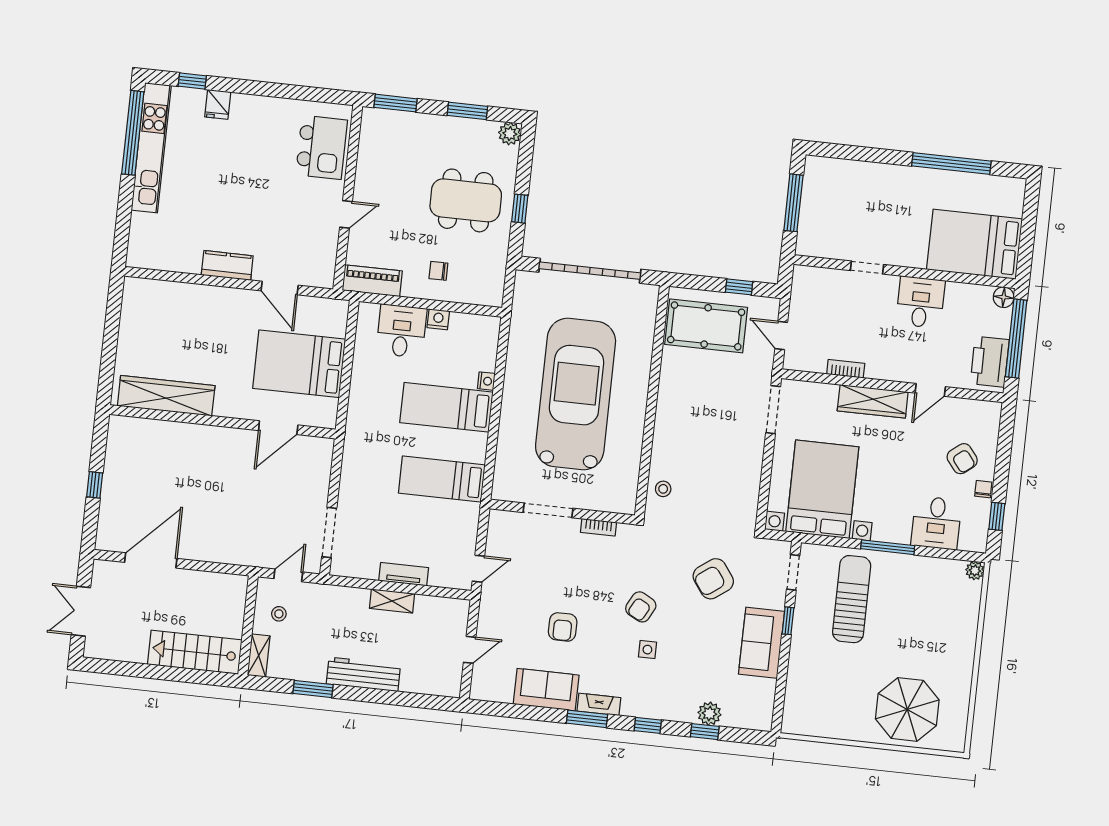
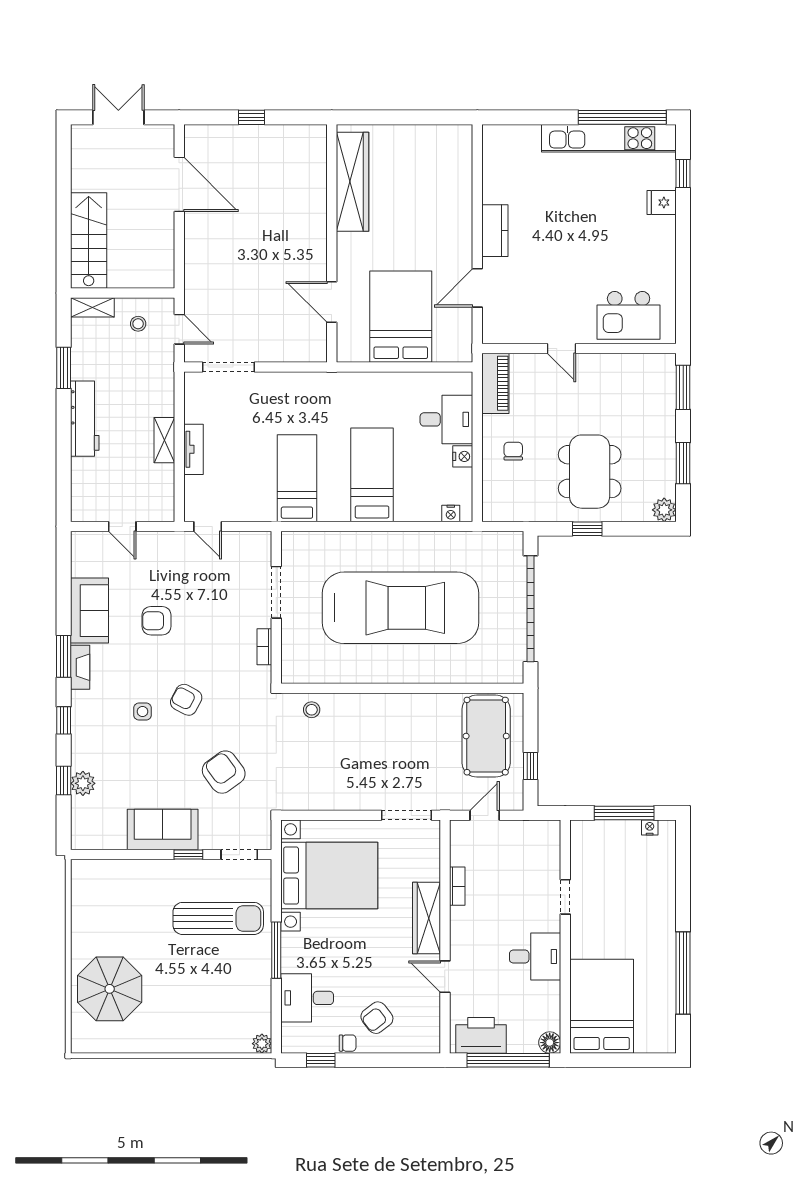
nightstand: (810, 180) -> (650, 828), added
nightstand: (486, 381) -> (451, 513), moved

